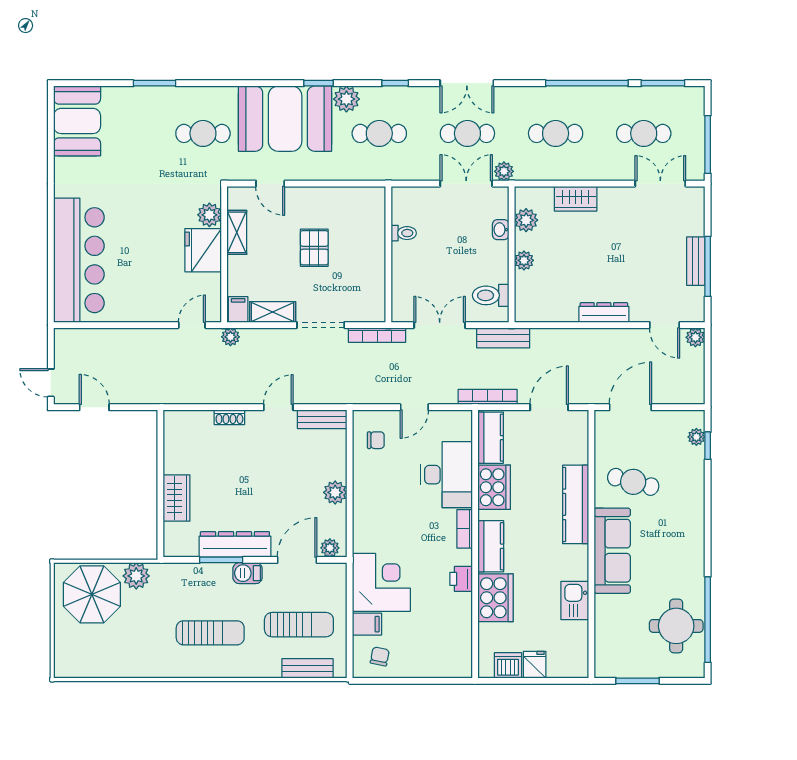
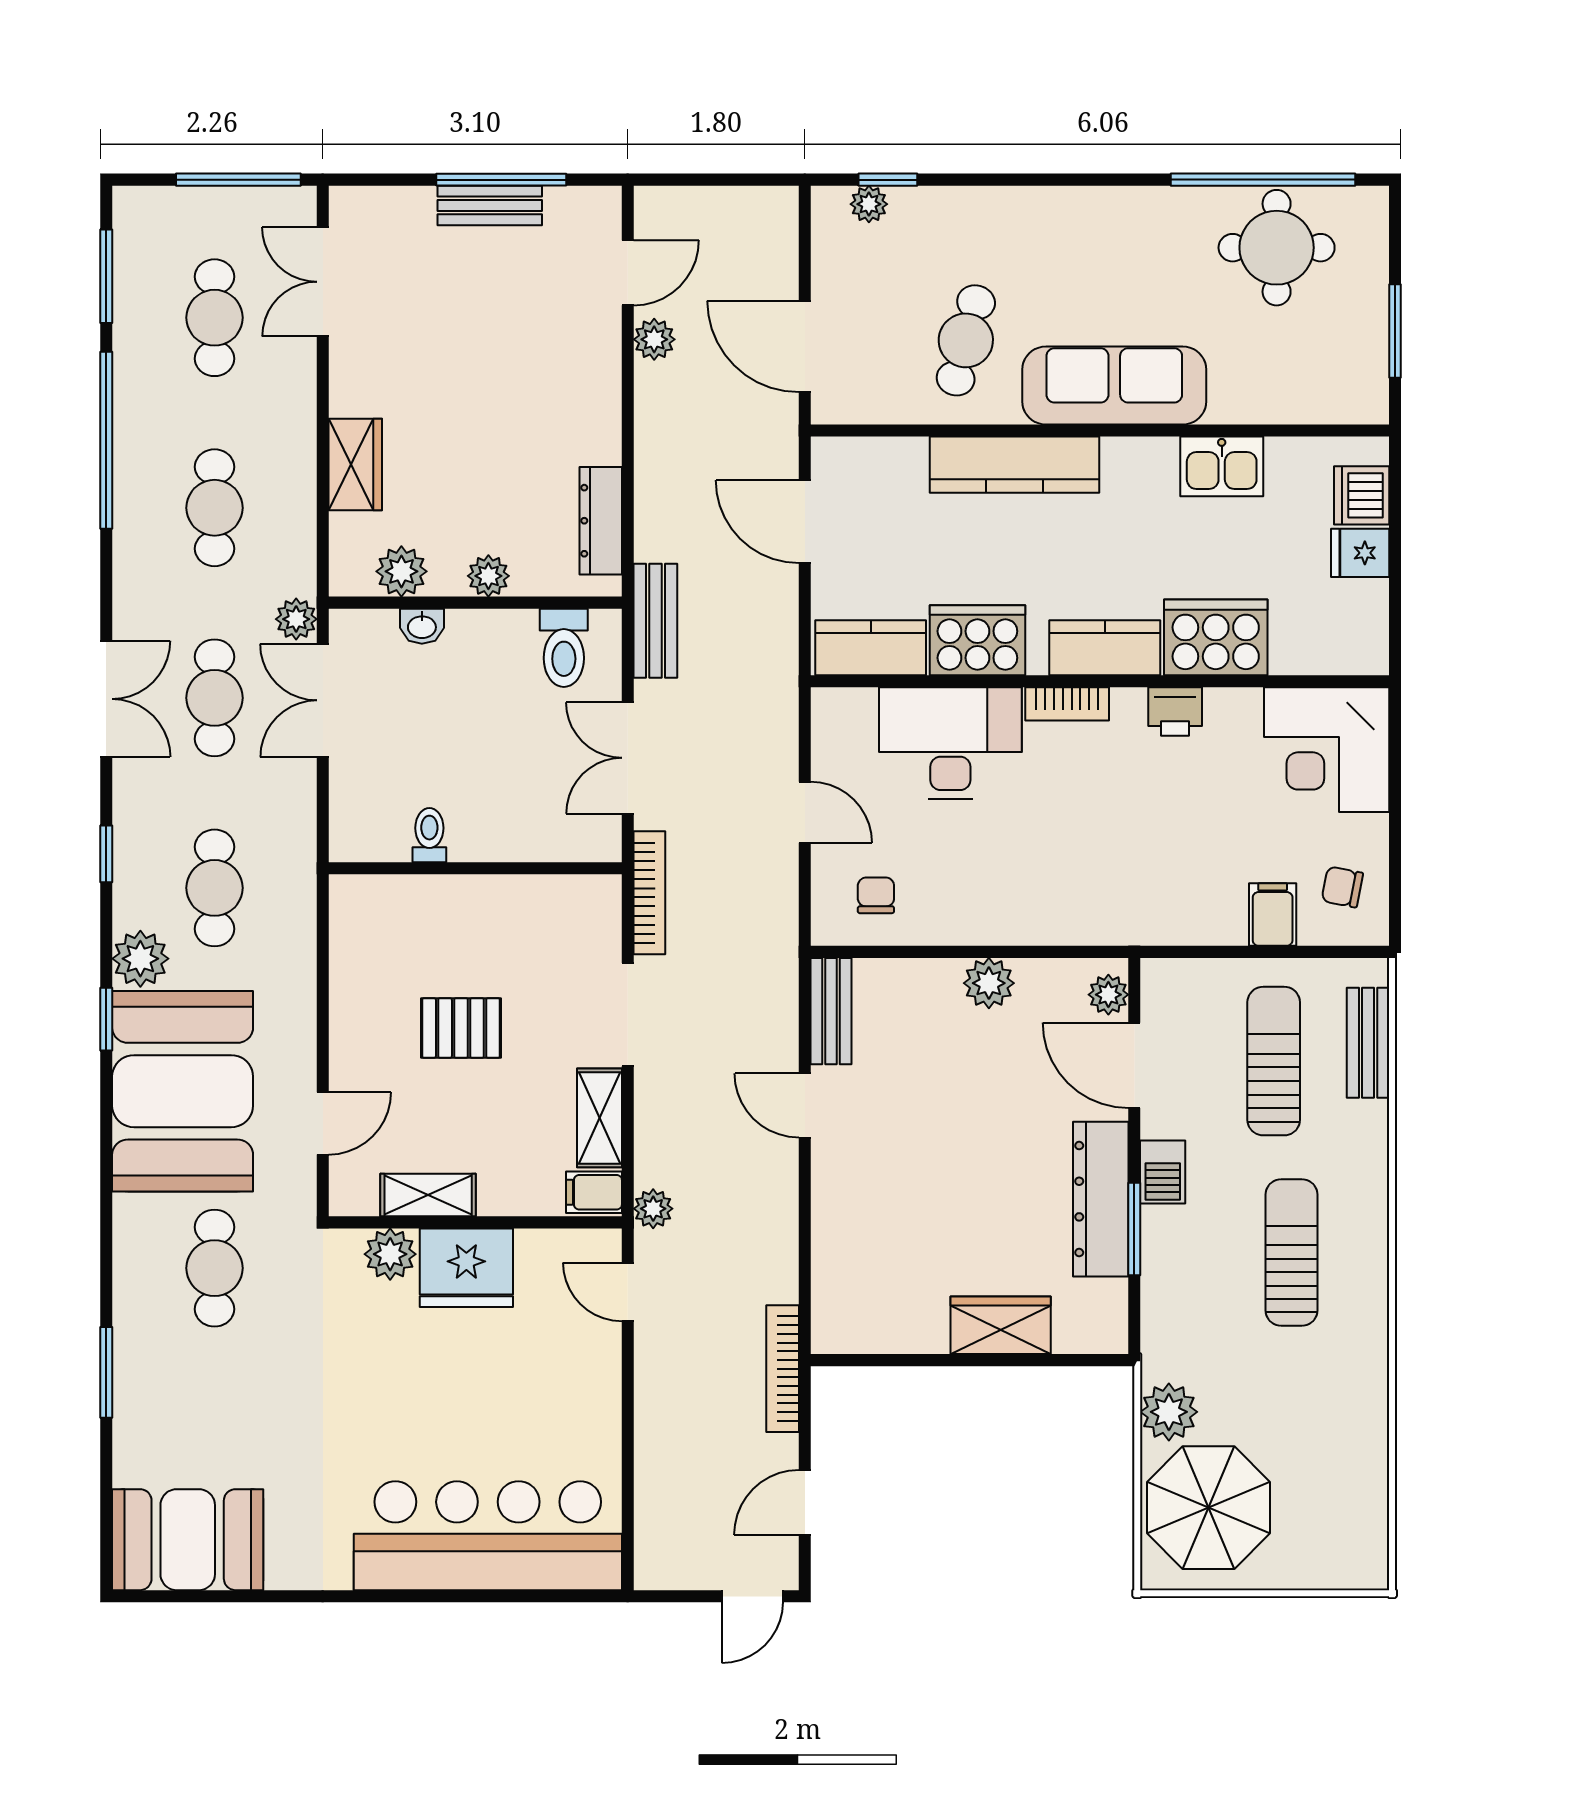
dresser: (604, 313) -> (601, 521), moved
plant: (695, 337) -> (654, 339), moved
bookcase: (488, 397) -> (783, 1369), moved
shoe rack: (229, 417) -> (827, 1211), removed
corner desk: (381, 582) -> (1327, 750), moved, turned -90
dishwasher: (508, 665) -> (1362, 495), moved

